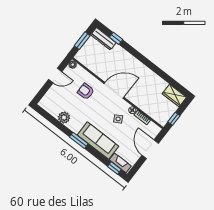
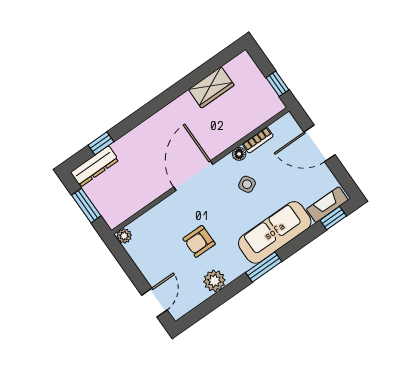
door: (55, 75) -> (154, 303), moved
armchair: (86, 91) -> (199, 241), moved
wardrobe: (174, 96) -> (211, 87), moved

